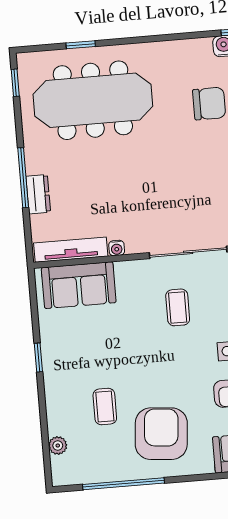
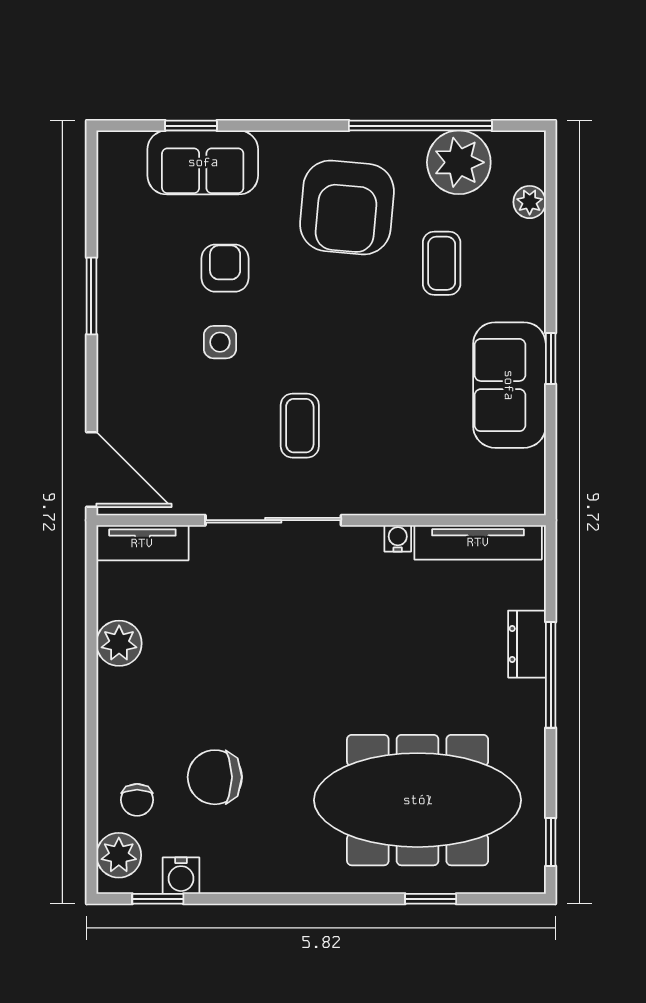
sofa: (79, 285) -> (509, 385), moved, turned -90
plant: (100, 465) -> (459, 162), added

